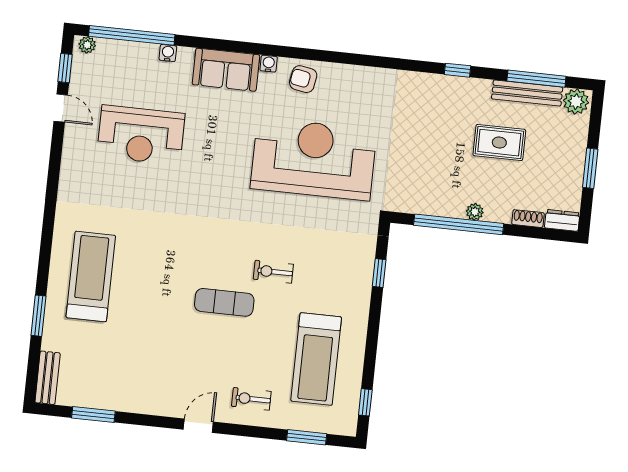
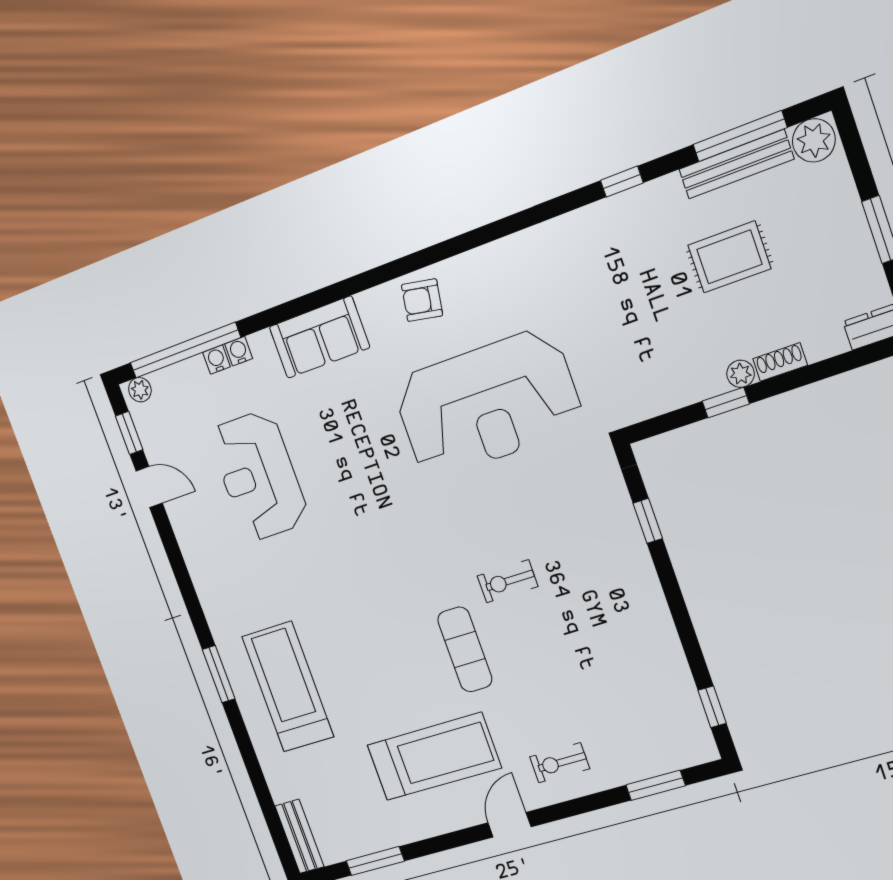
water cooler: (269, 64) -> (216, 360), moved
reception desk: (141, 135) -> (259, 476), turned 90
reception desk: (314, 159) -> (487, 404), turned 180
shoe rack: (528, 219) -> (780, 362), moved
window: (459, 224) -> (726, 402), width x0.32
exercise mat: (224, 302) -> (465, 649), turned 90
window: (39, 316) -> (219, 674), moved
treadmill: (316, 359) -> (434, 756), moved, turned -90

